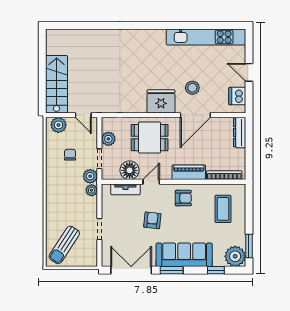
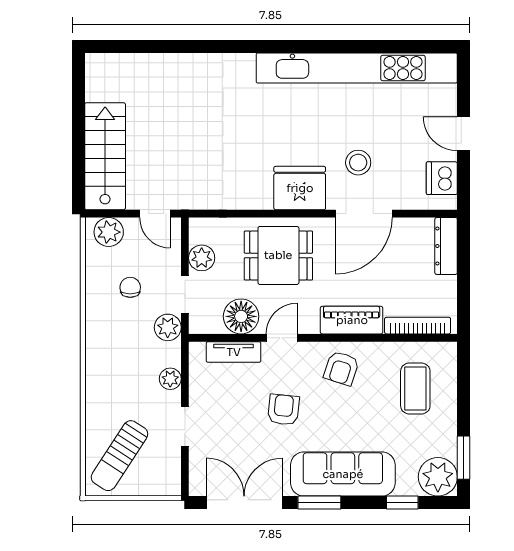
kitchen unit: (206, 37) -> (357, 68), width x1.36
plant: (92, 190) -> (170, 379), moved
armchair: (183, 198) -> (341, 368), turned 108

